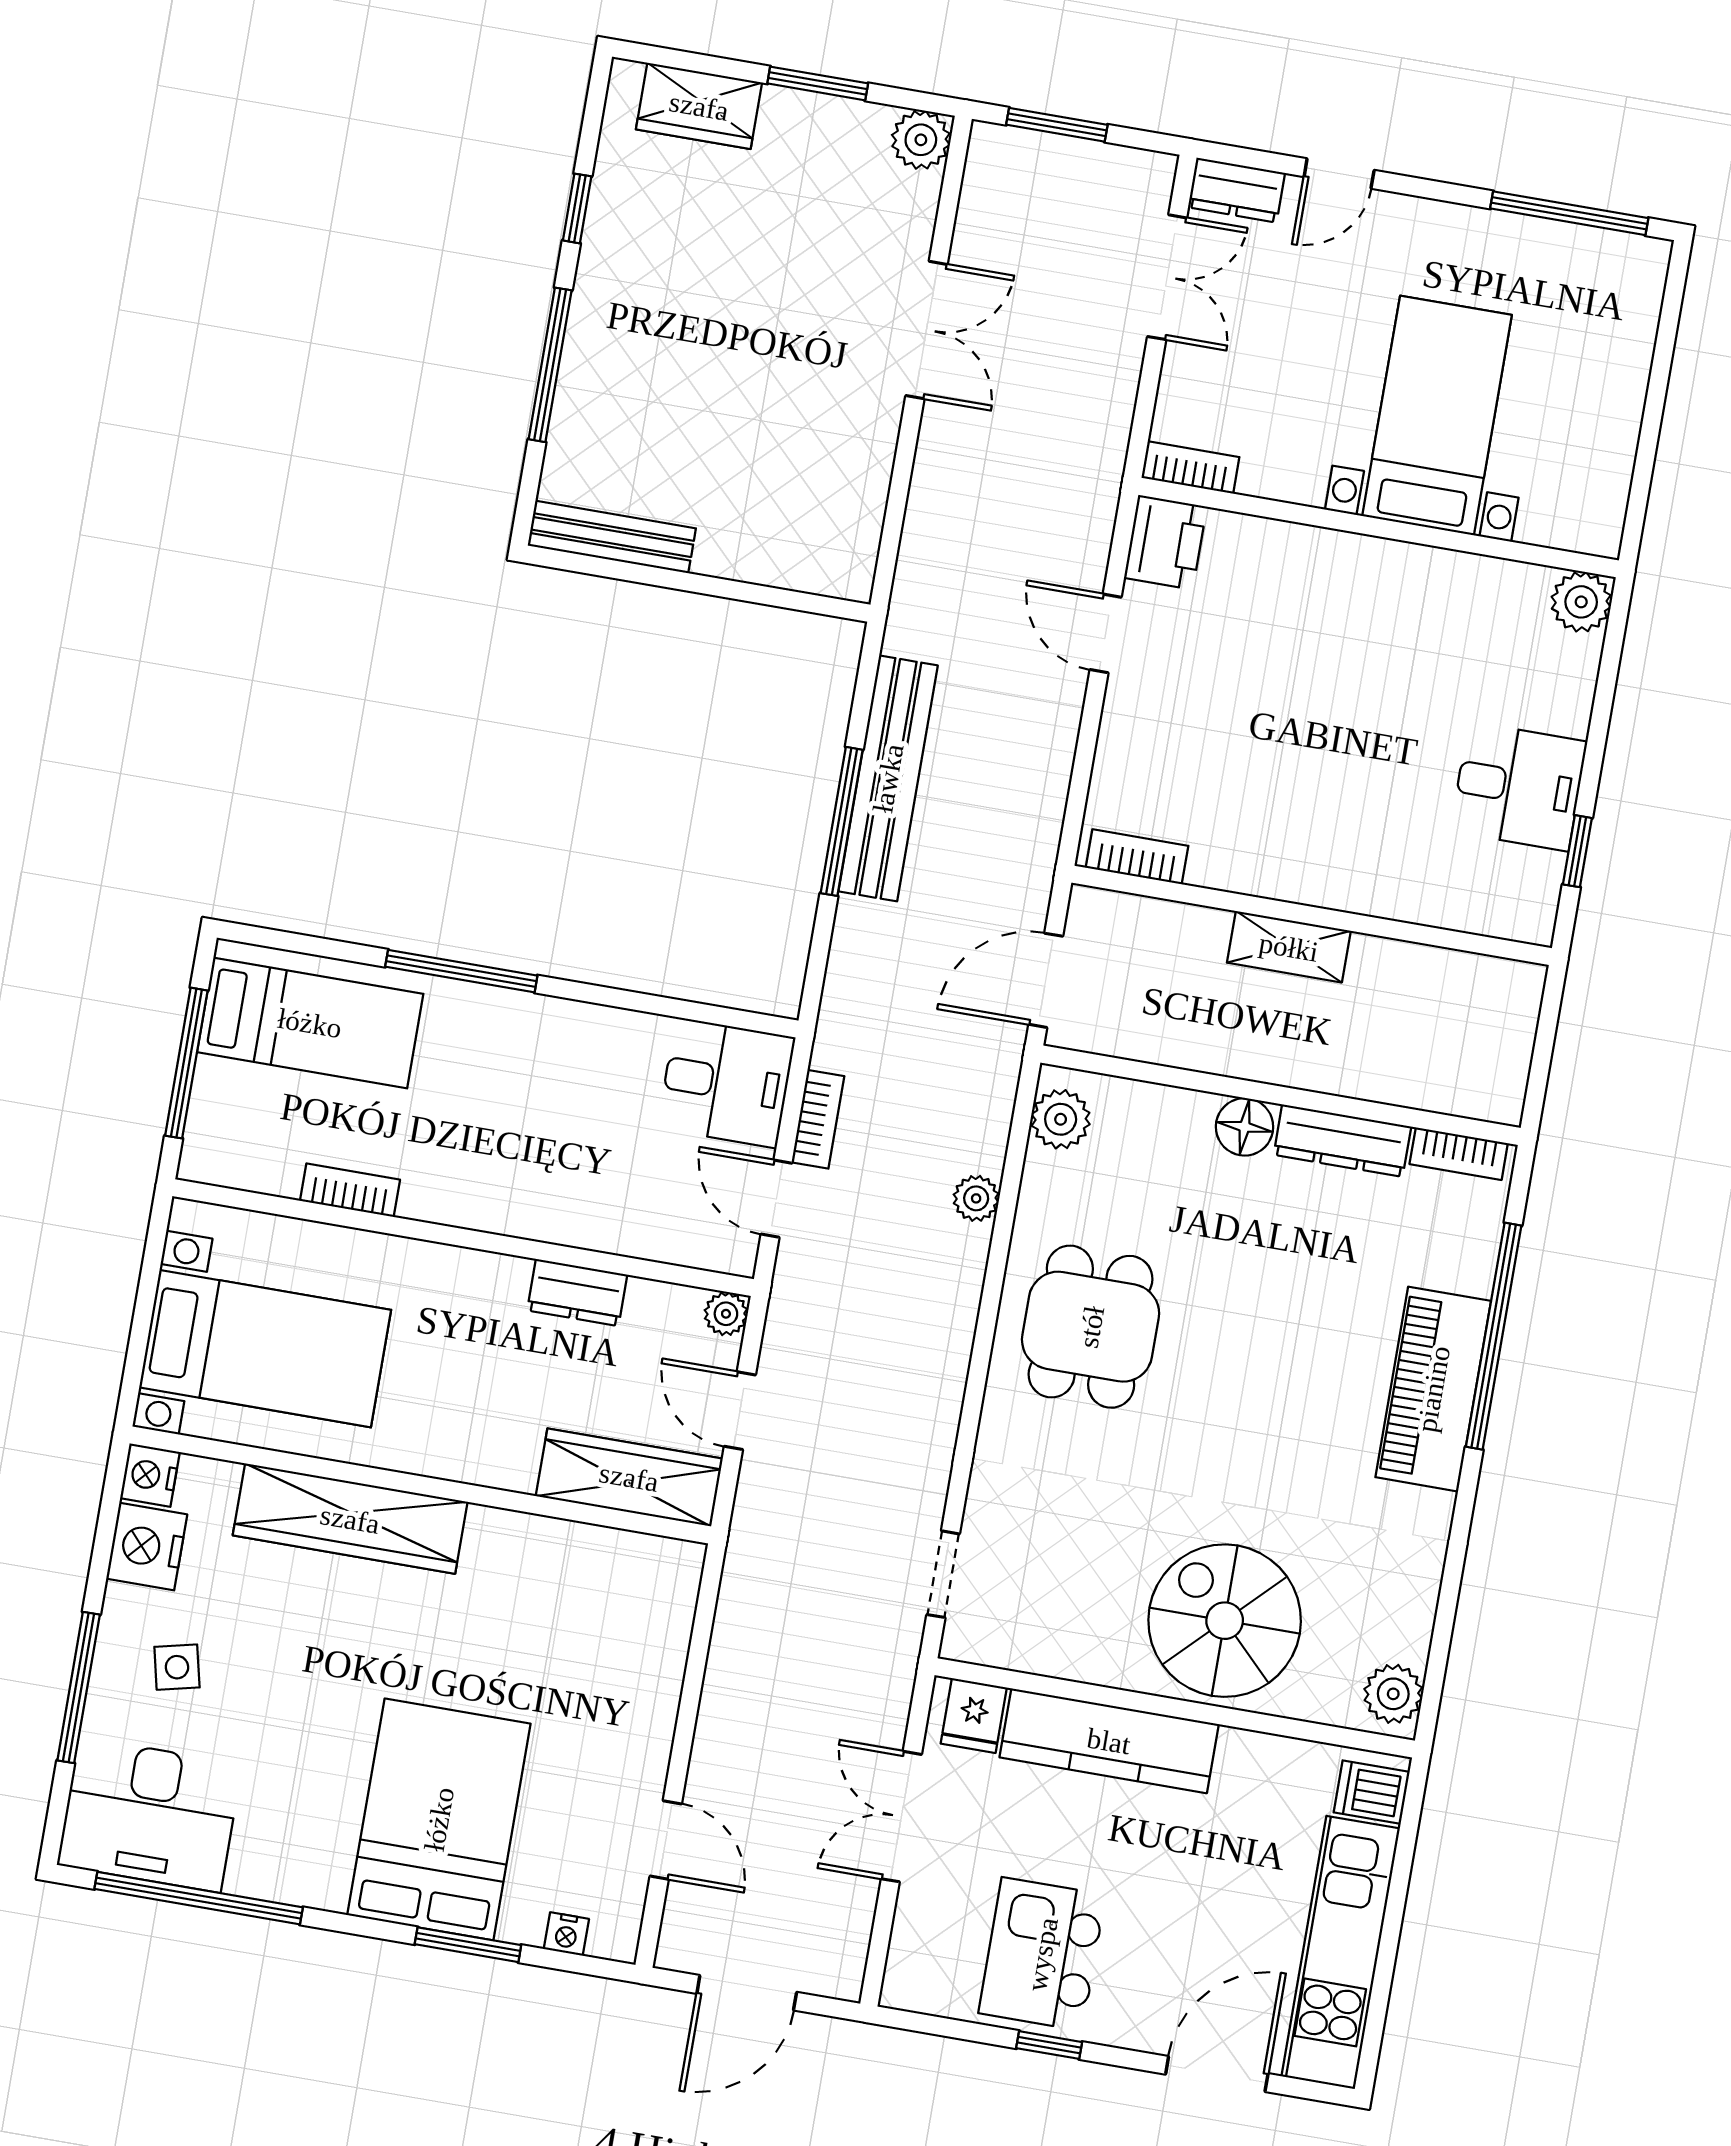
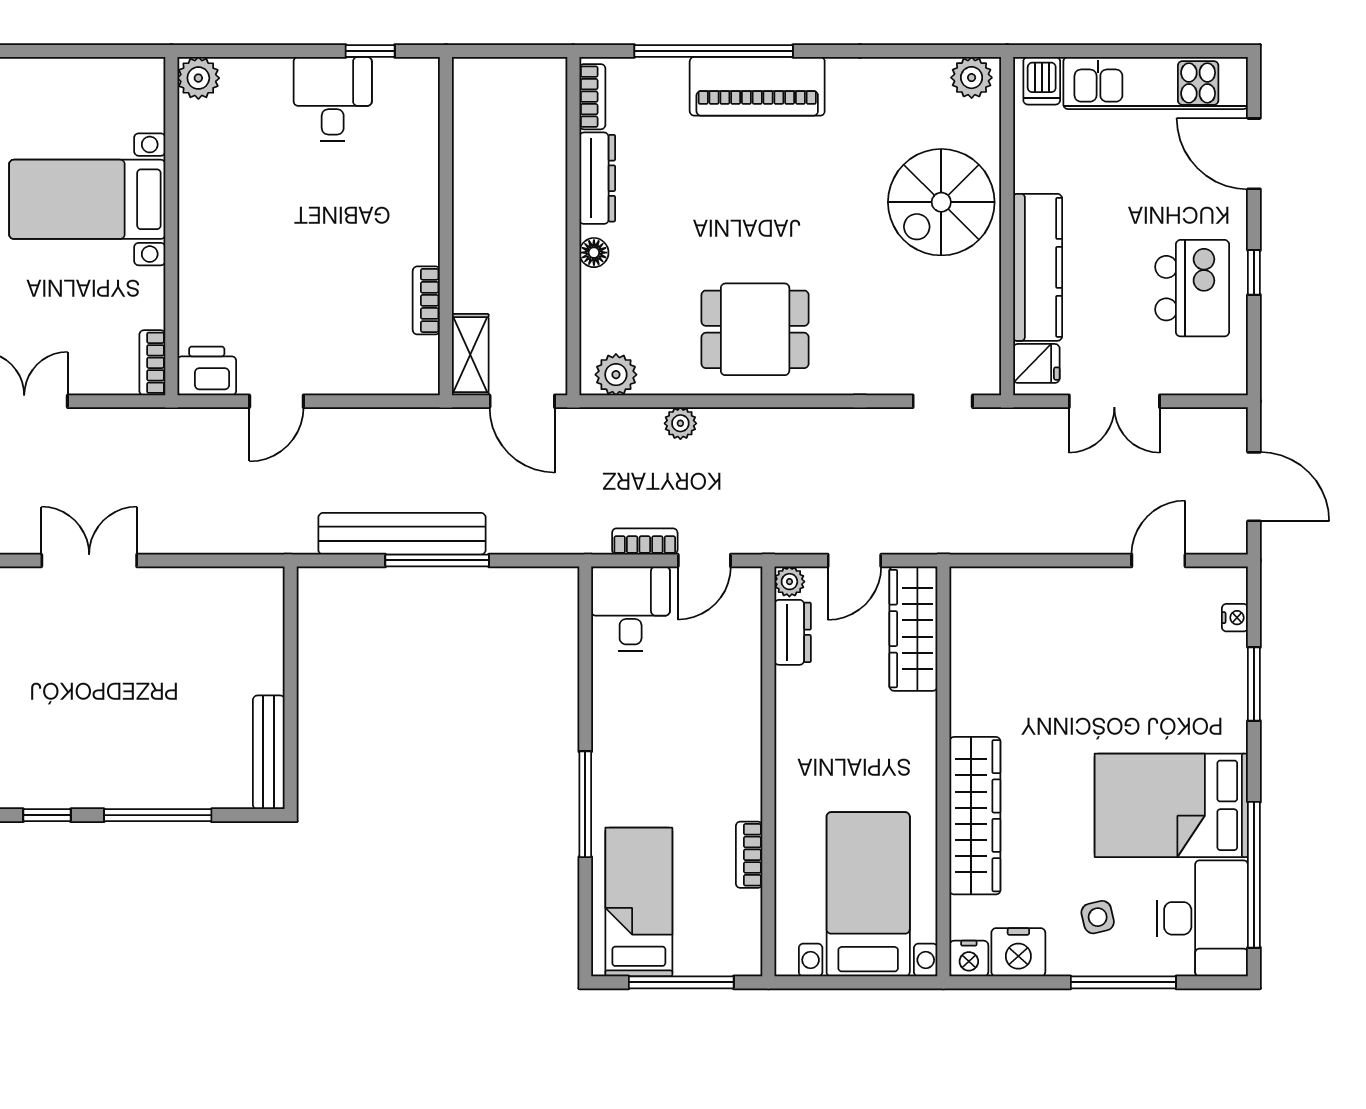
bookcase: (1137, 857) -> (426, 300), moved
shelving: (1289, 947) -> (470, 355), moved
floor lamp: (1245, 1127) -> (594, 253), width x0.73, depth x0.73
dresser: (577, 1293) -> (793, 632), moved
bed: (439, 1819) -> (1171, 805), moved
kitchen island: (1042, 1954) -> (1192, 288), turned -90

